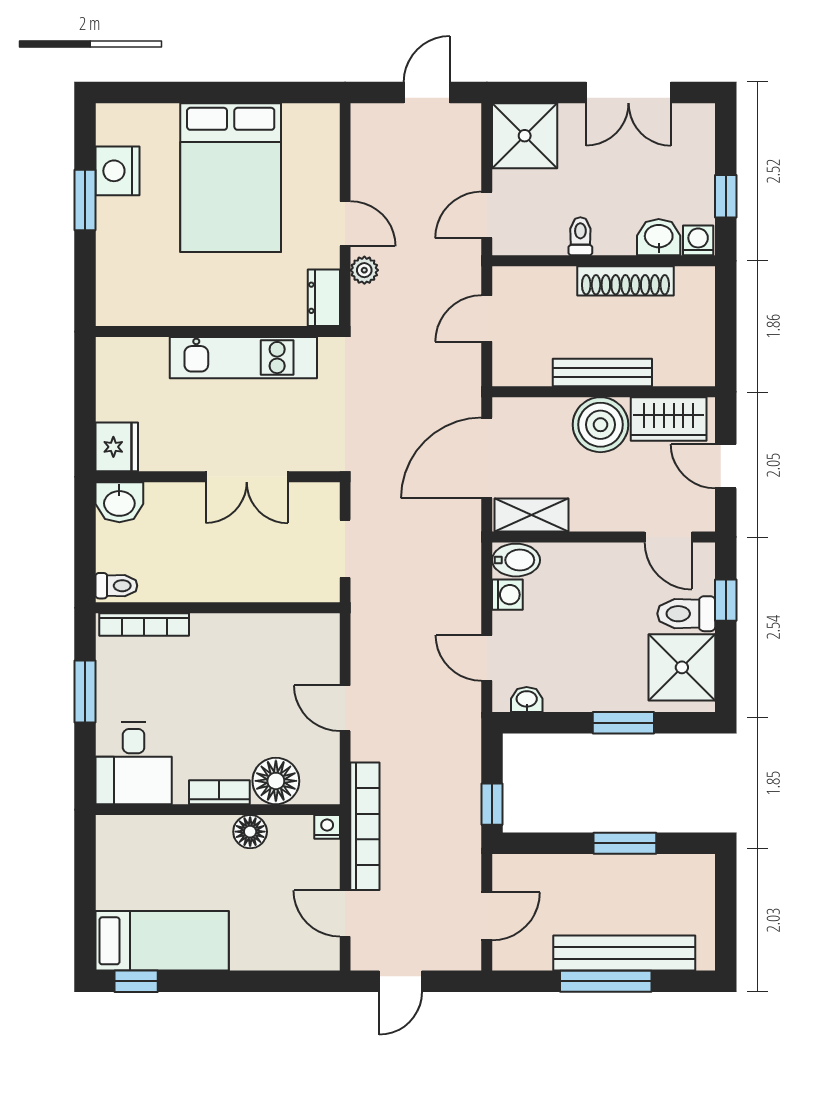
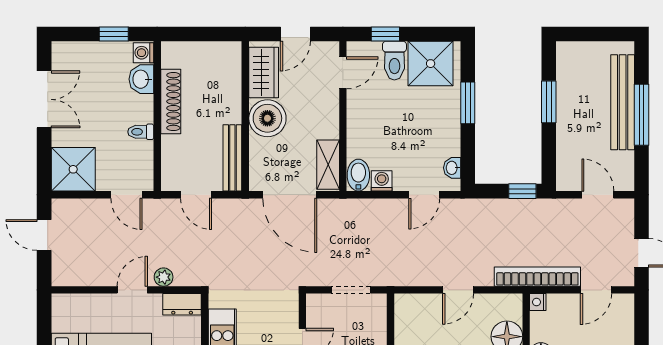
bench: (602, 373) -> (232, 158), moved

